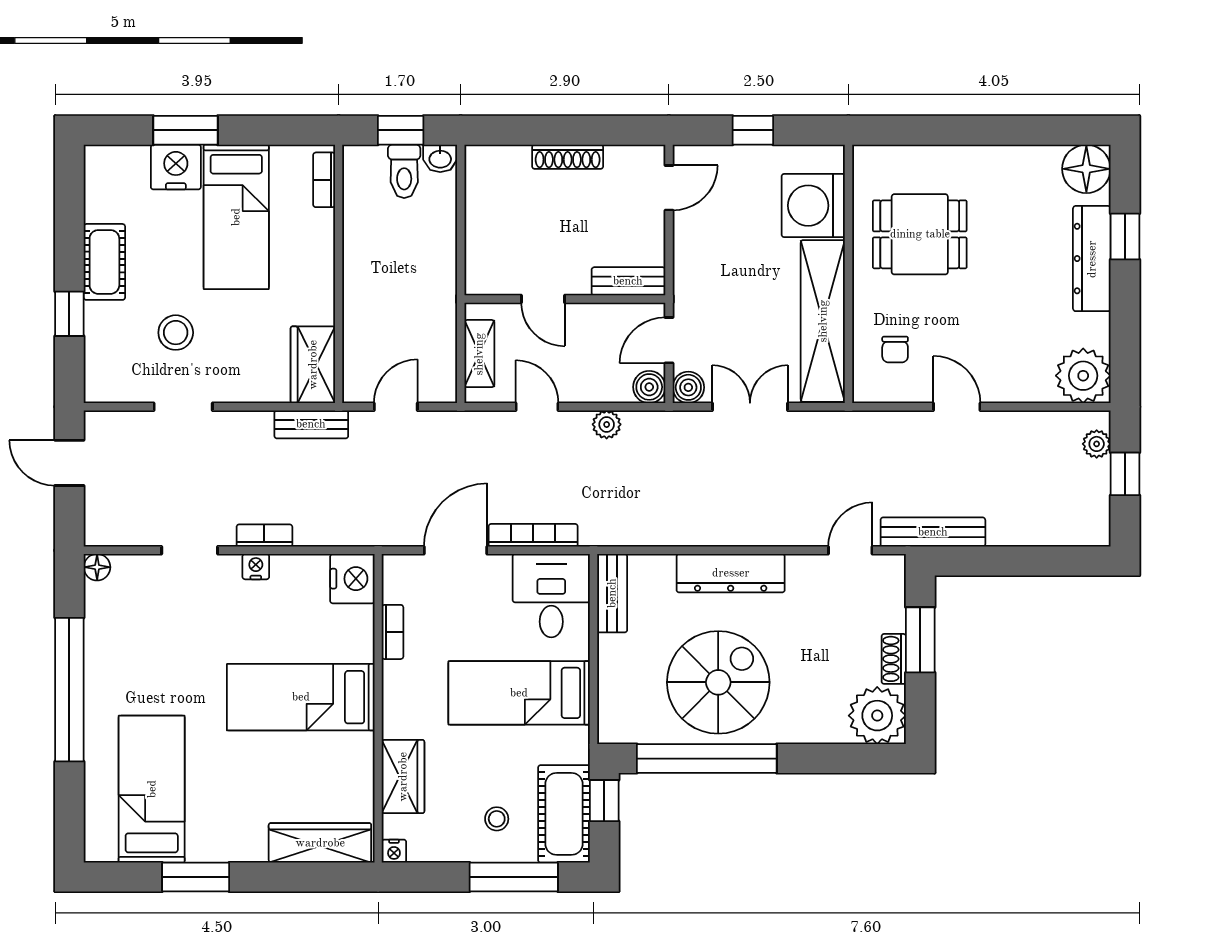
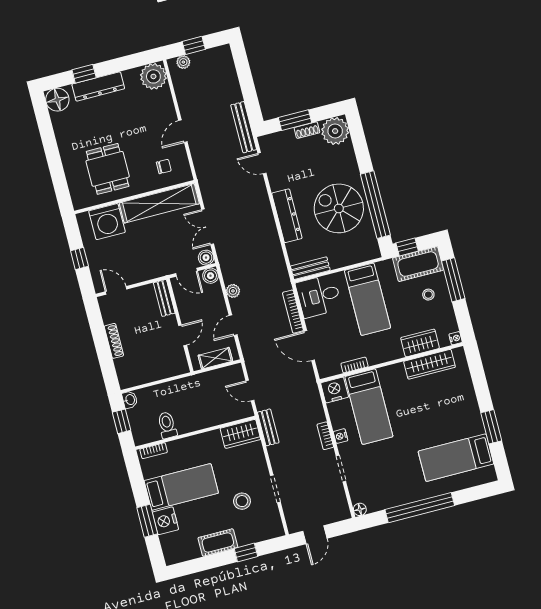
toilet: (404, 171) -> (167, 425), moved, turned -90
bed: (301, 697) -> (369, 407), moved
wardrobe: (320, 843) -> (430, 364), moved, turned -90

